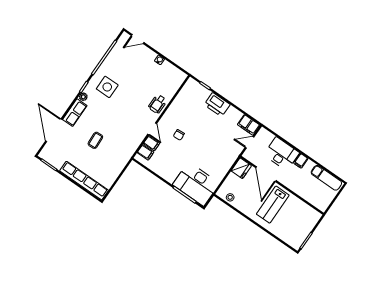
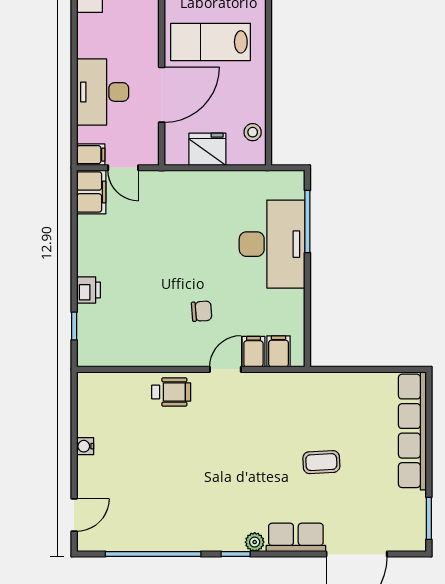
door: (138, 39) -> (74, 515), hinge flipped
side table: (107, 87) -> (205, 510), removed
printer: (217, 105) -> (89, 290), width x0.53, depth x0.68
filing cabinet: (301, 161) -> (91, 155), moved
fridge: (241, 168) -> (207, 149), moved
desk: (196, 184) -> (272, 244), moved
lab bench: (273, 205) -> (211, 42), turned 180

